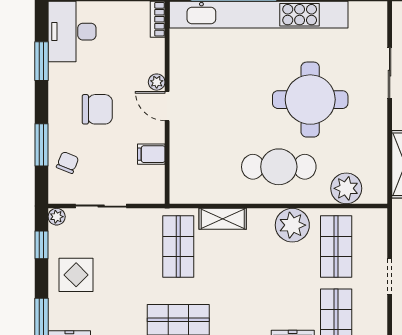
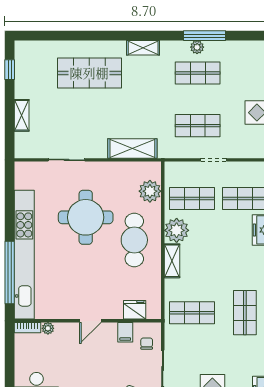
plant: (157, 82) -> (48, 328), moved
chair: (97, 109) -> (147, 344), moved, width x0.54, depth x0.54
fridge: (182, 167) -> (135, 310), added
shelving: (223, 219) -> (172, 261), moved

